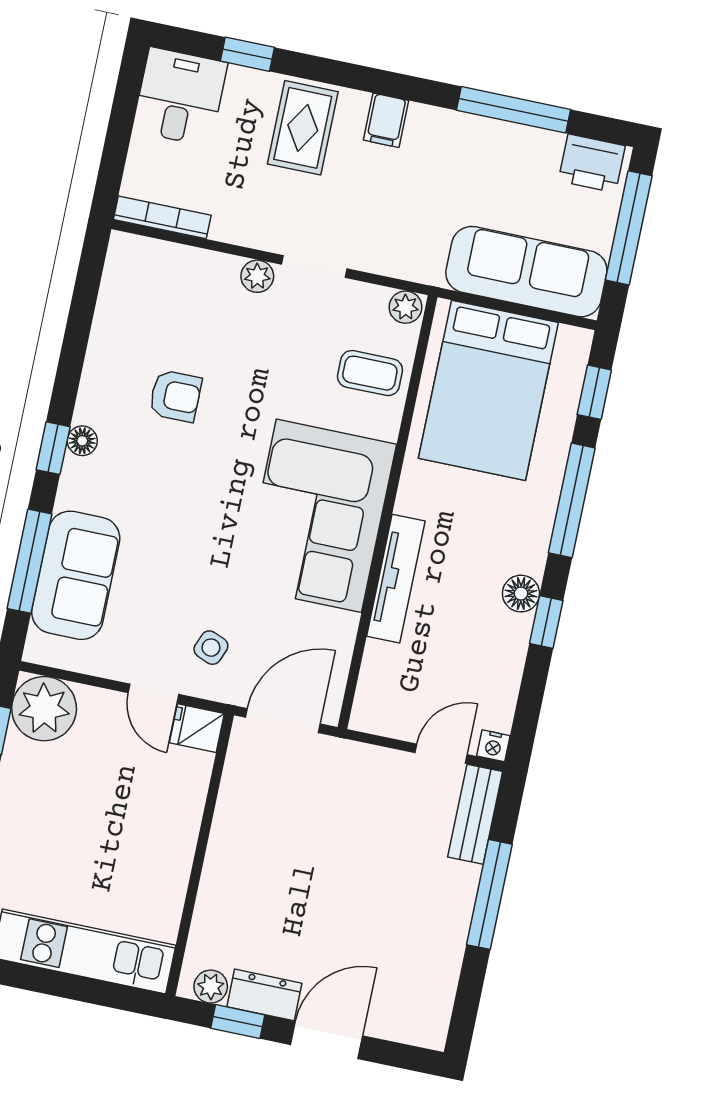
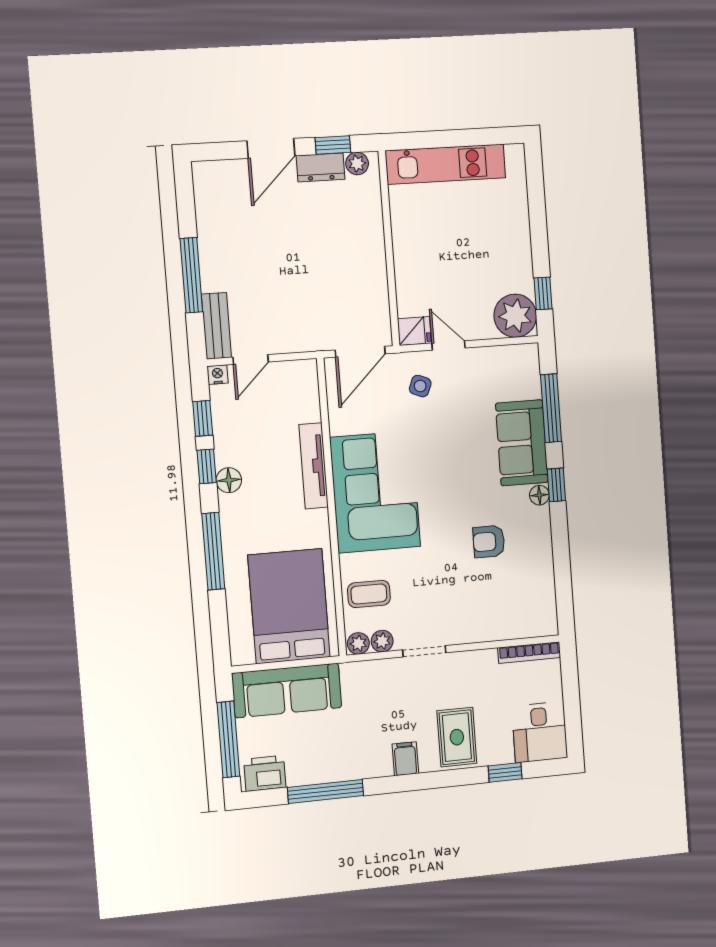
plant: (257, 276) -> (382, 641), moved
window: (594, 392) -> (203, 418), moved
sofa: (76, 575) -> (522, 443), moved

